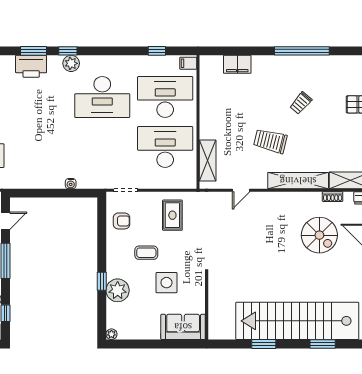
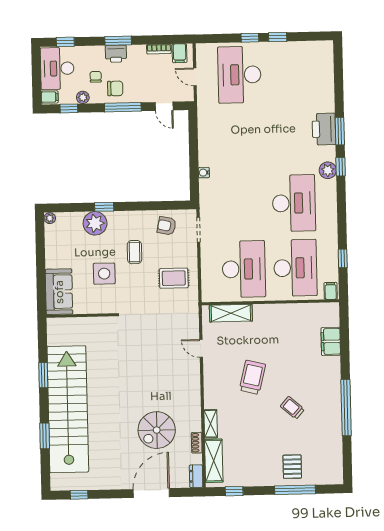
desk: (102, 97) -> (294, 203), turned 180
shelving: (298, 181) -> (211, 424), width x0.45, depth x0.75
armchair: (121, 221) -> (167, 226), turned 102

